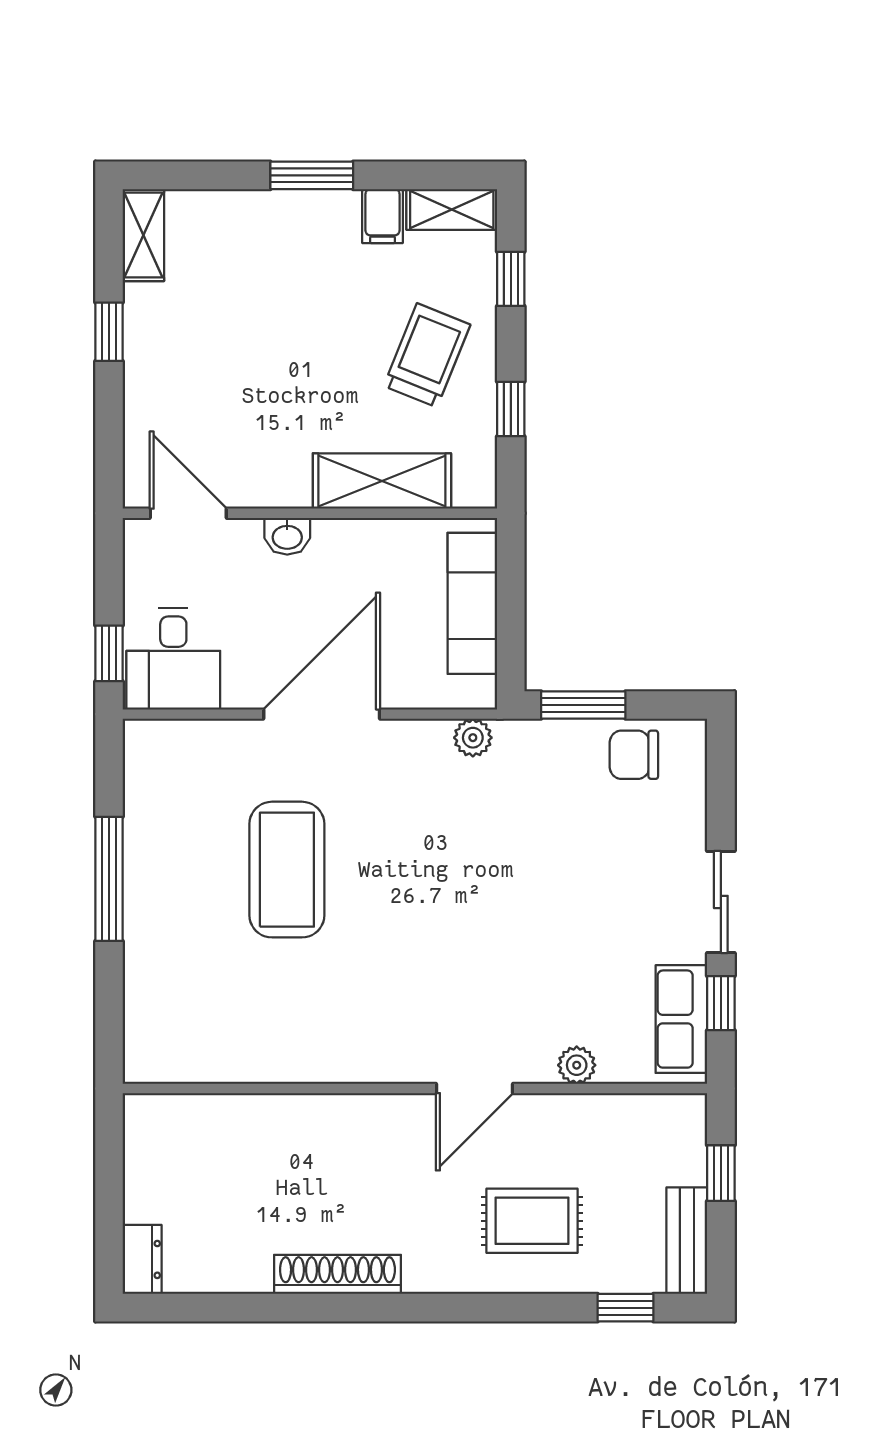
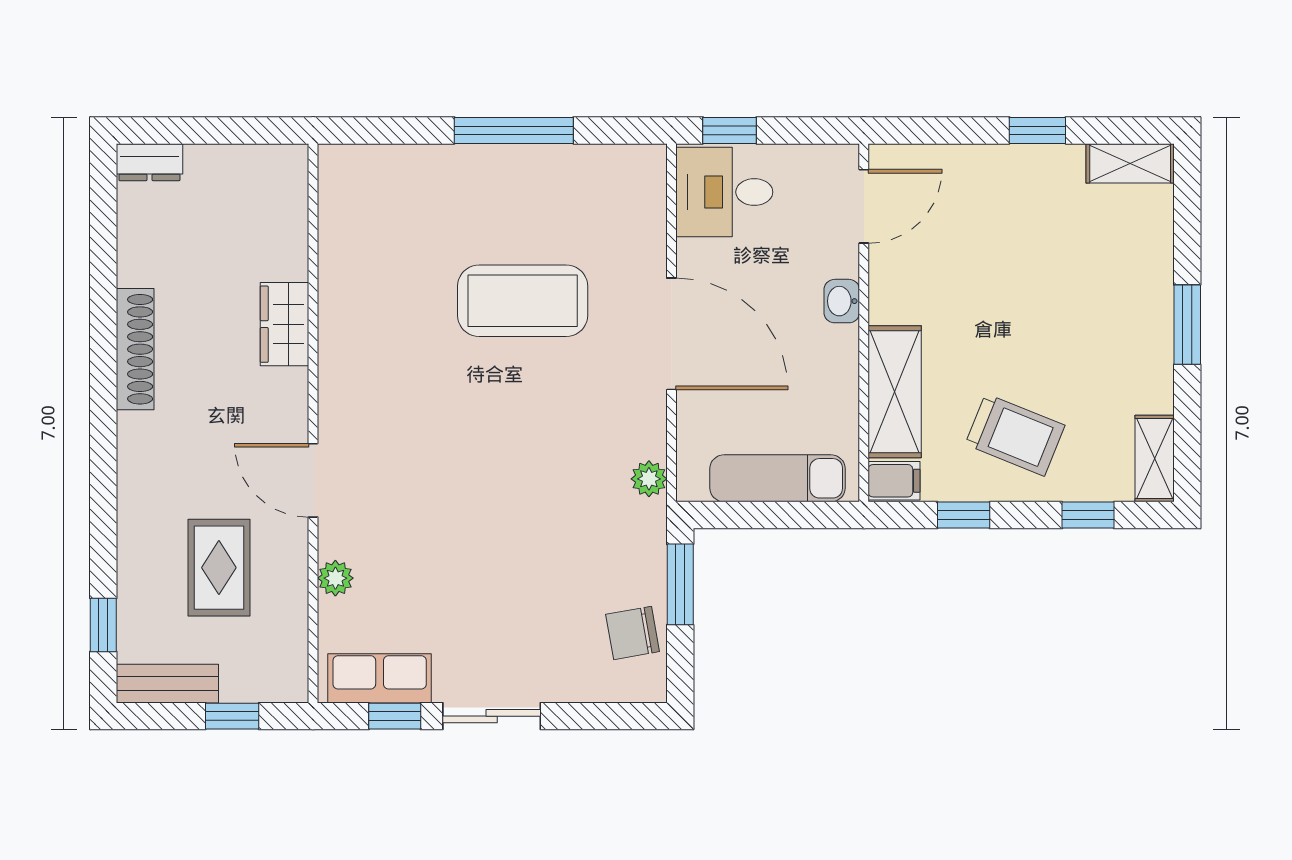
filing cabinet: (383, 216) -> (894, 481), moved, turned 180
chair: (634, 755) -> (633, 633), turned -100
wardrobe: (311, 1118) -> (285, 324), added
rug: (532, 1221) -> (219, 568), moved

